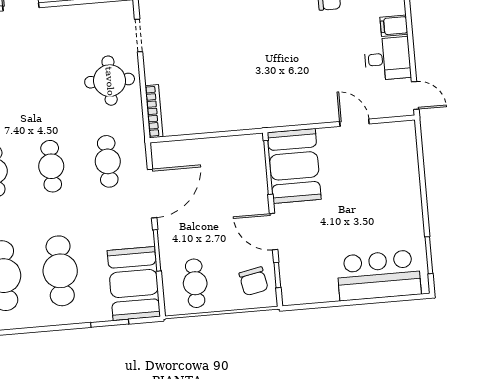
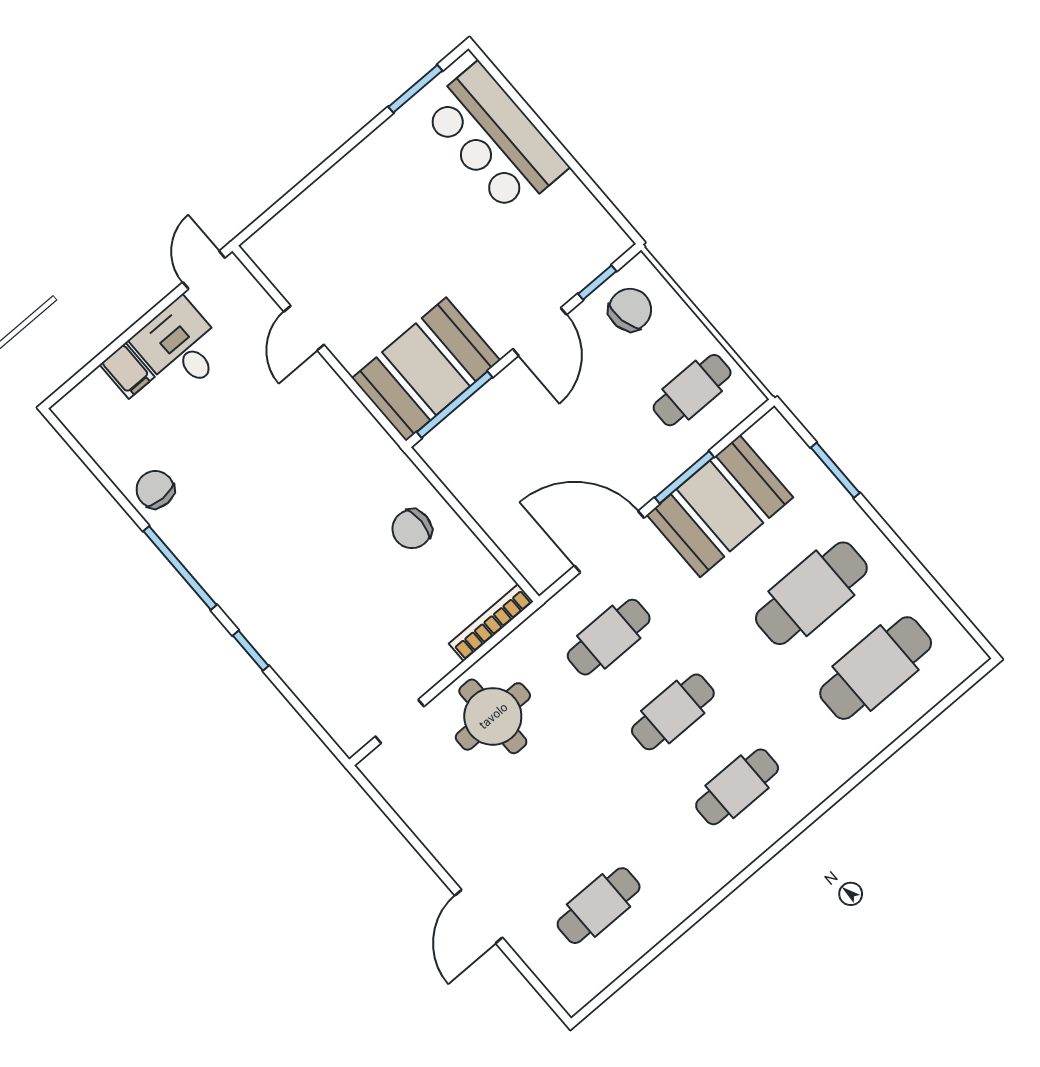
chair: (224, 106) -> (412, 529), added
booth: (134, 284) -> (720, 506), moved

